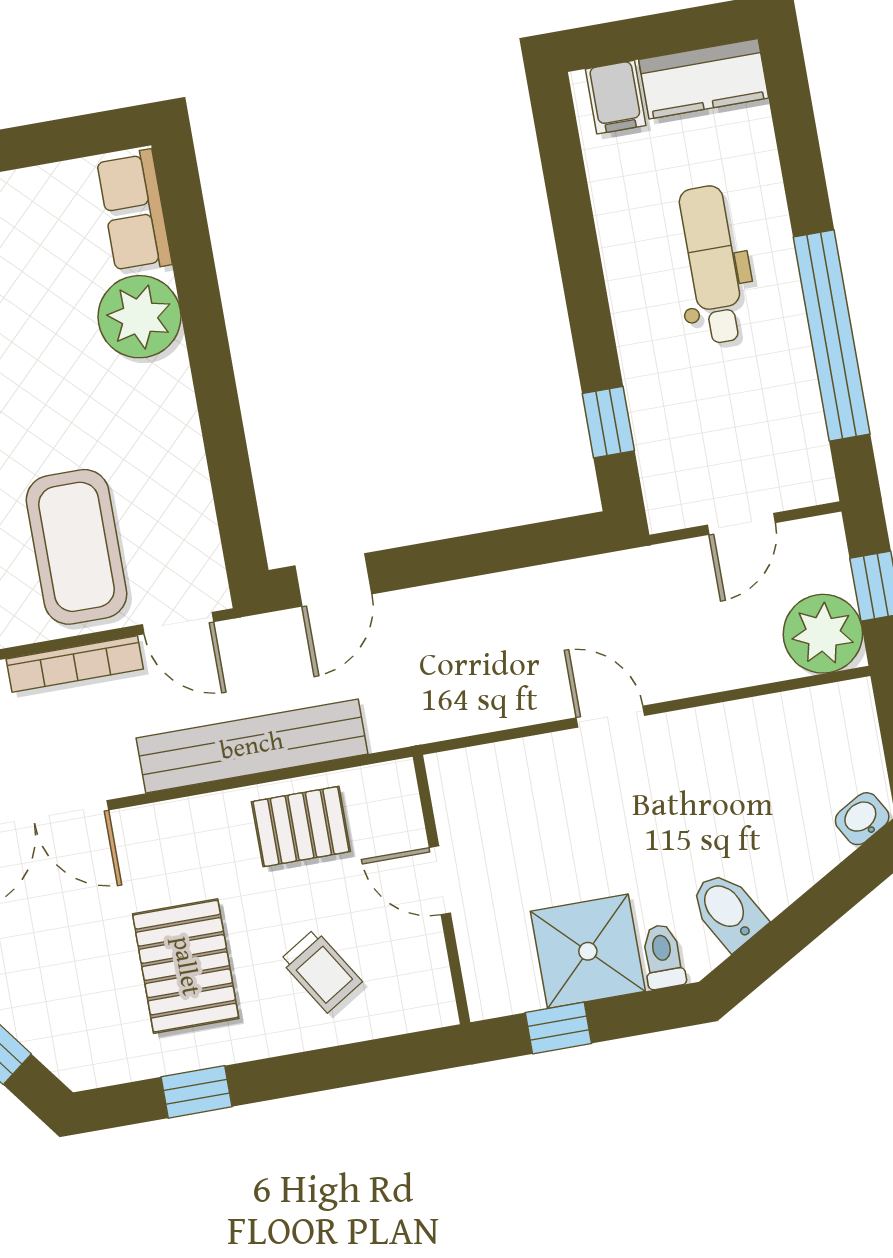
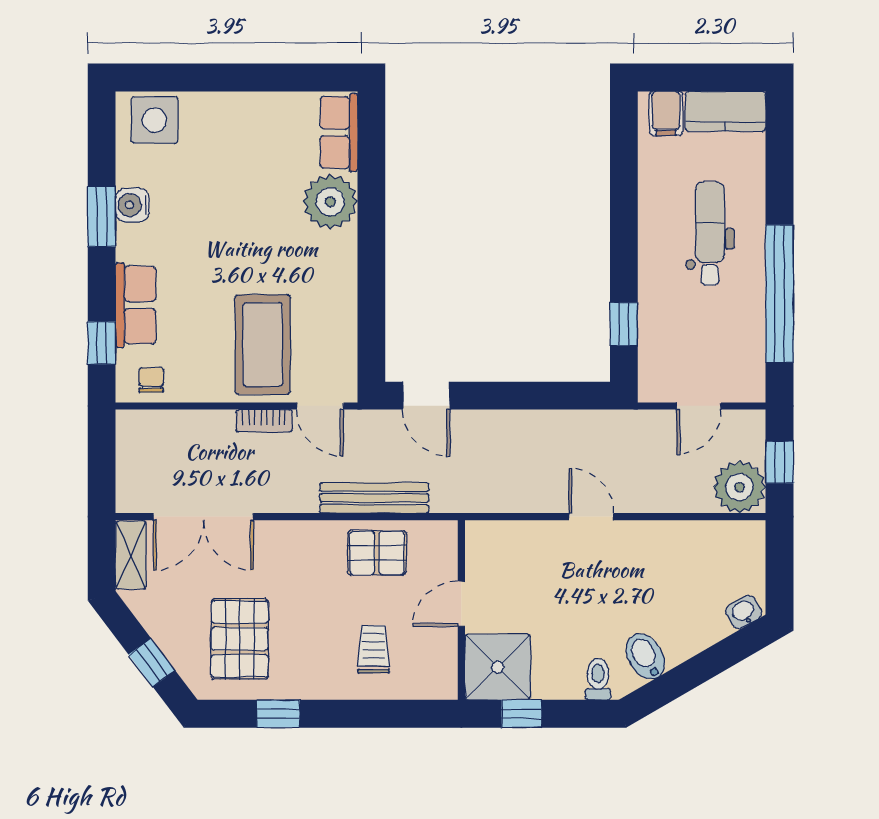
door: (333, 580) -> (426, 396), hinge flipped
bookcase: (75, 664) -> (264, 421), width x0.64
bench: (252, 746) -> (374, 498), width x0.73, depth x0.82
door: (440, 880) -> (461, 604), hinge flipped
shower: (588, 951) -> (498, 667), moved
pallet: (186, 966) -> (240, 639), moved
trolley: (321, 971) -> (373, 649), turned -148

